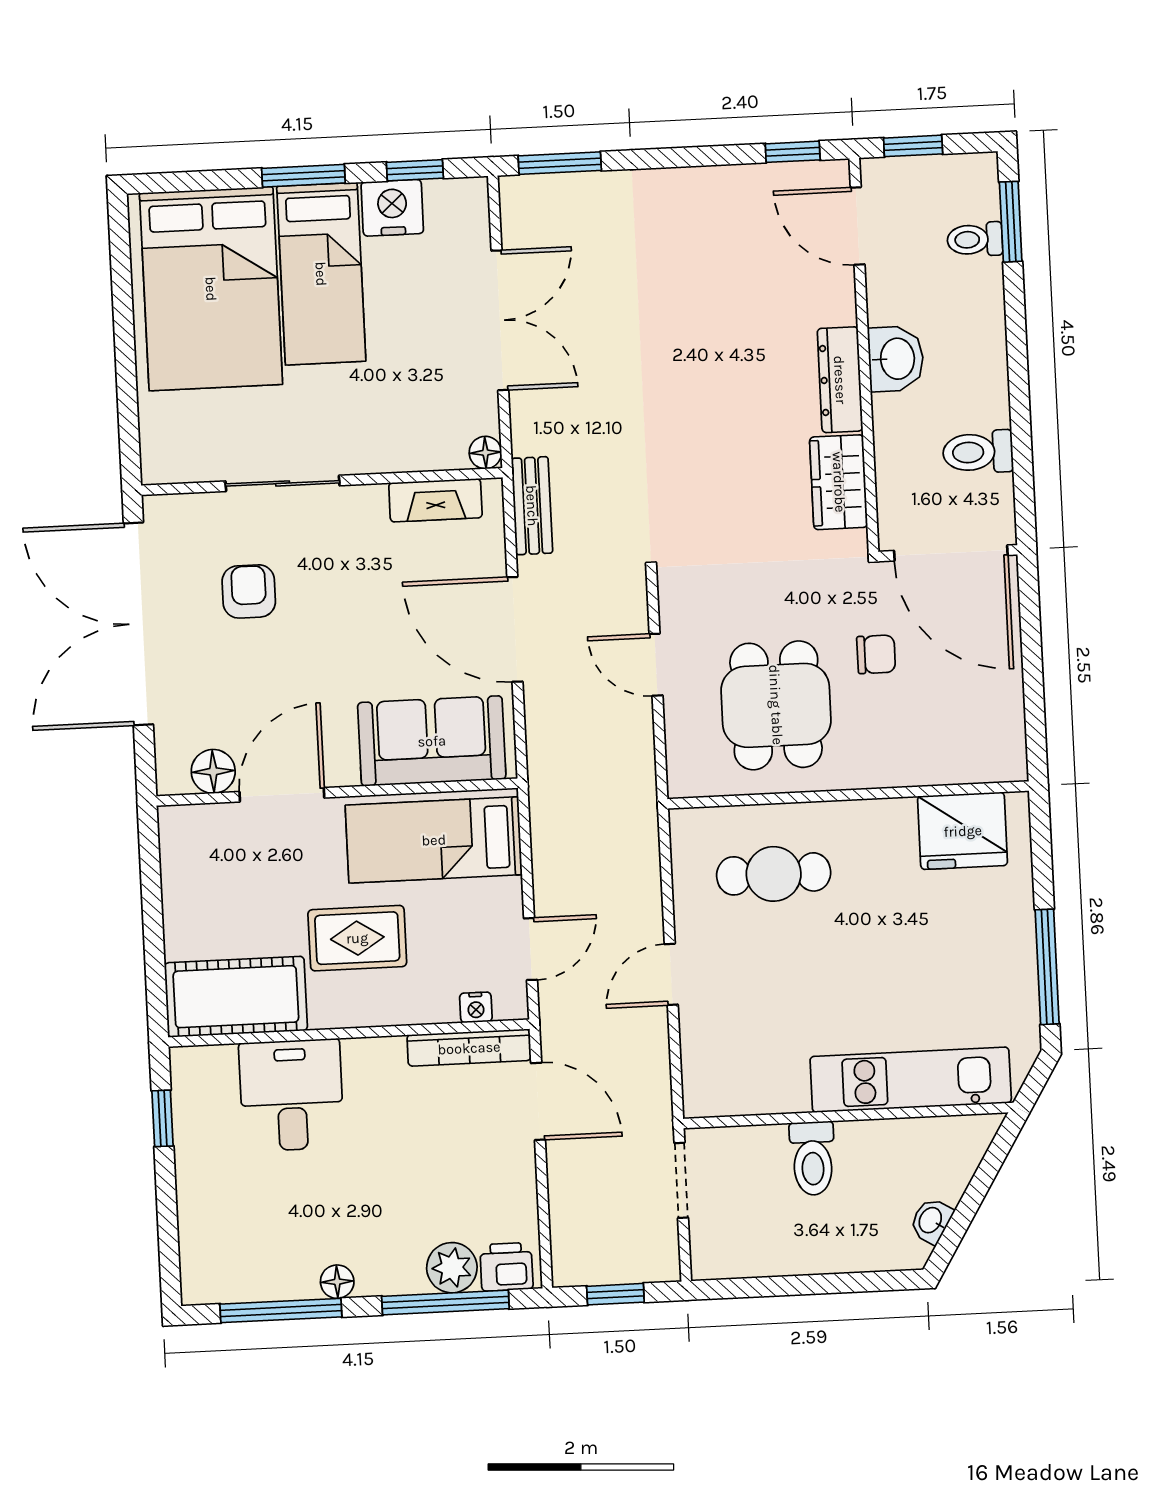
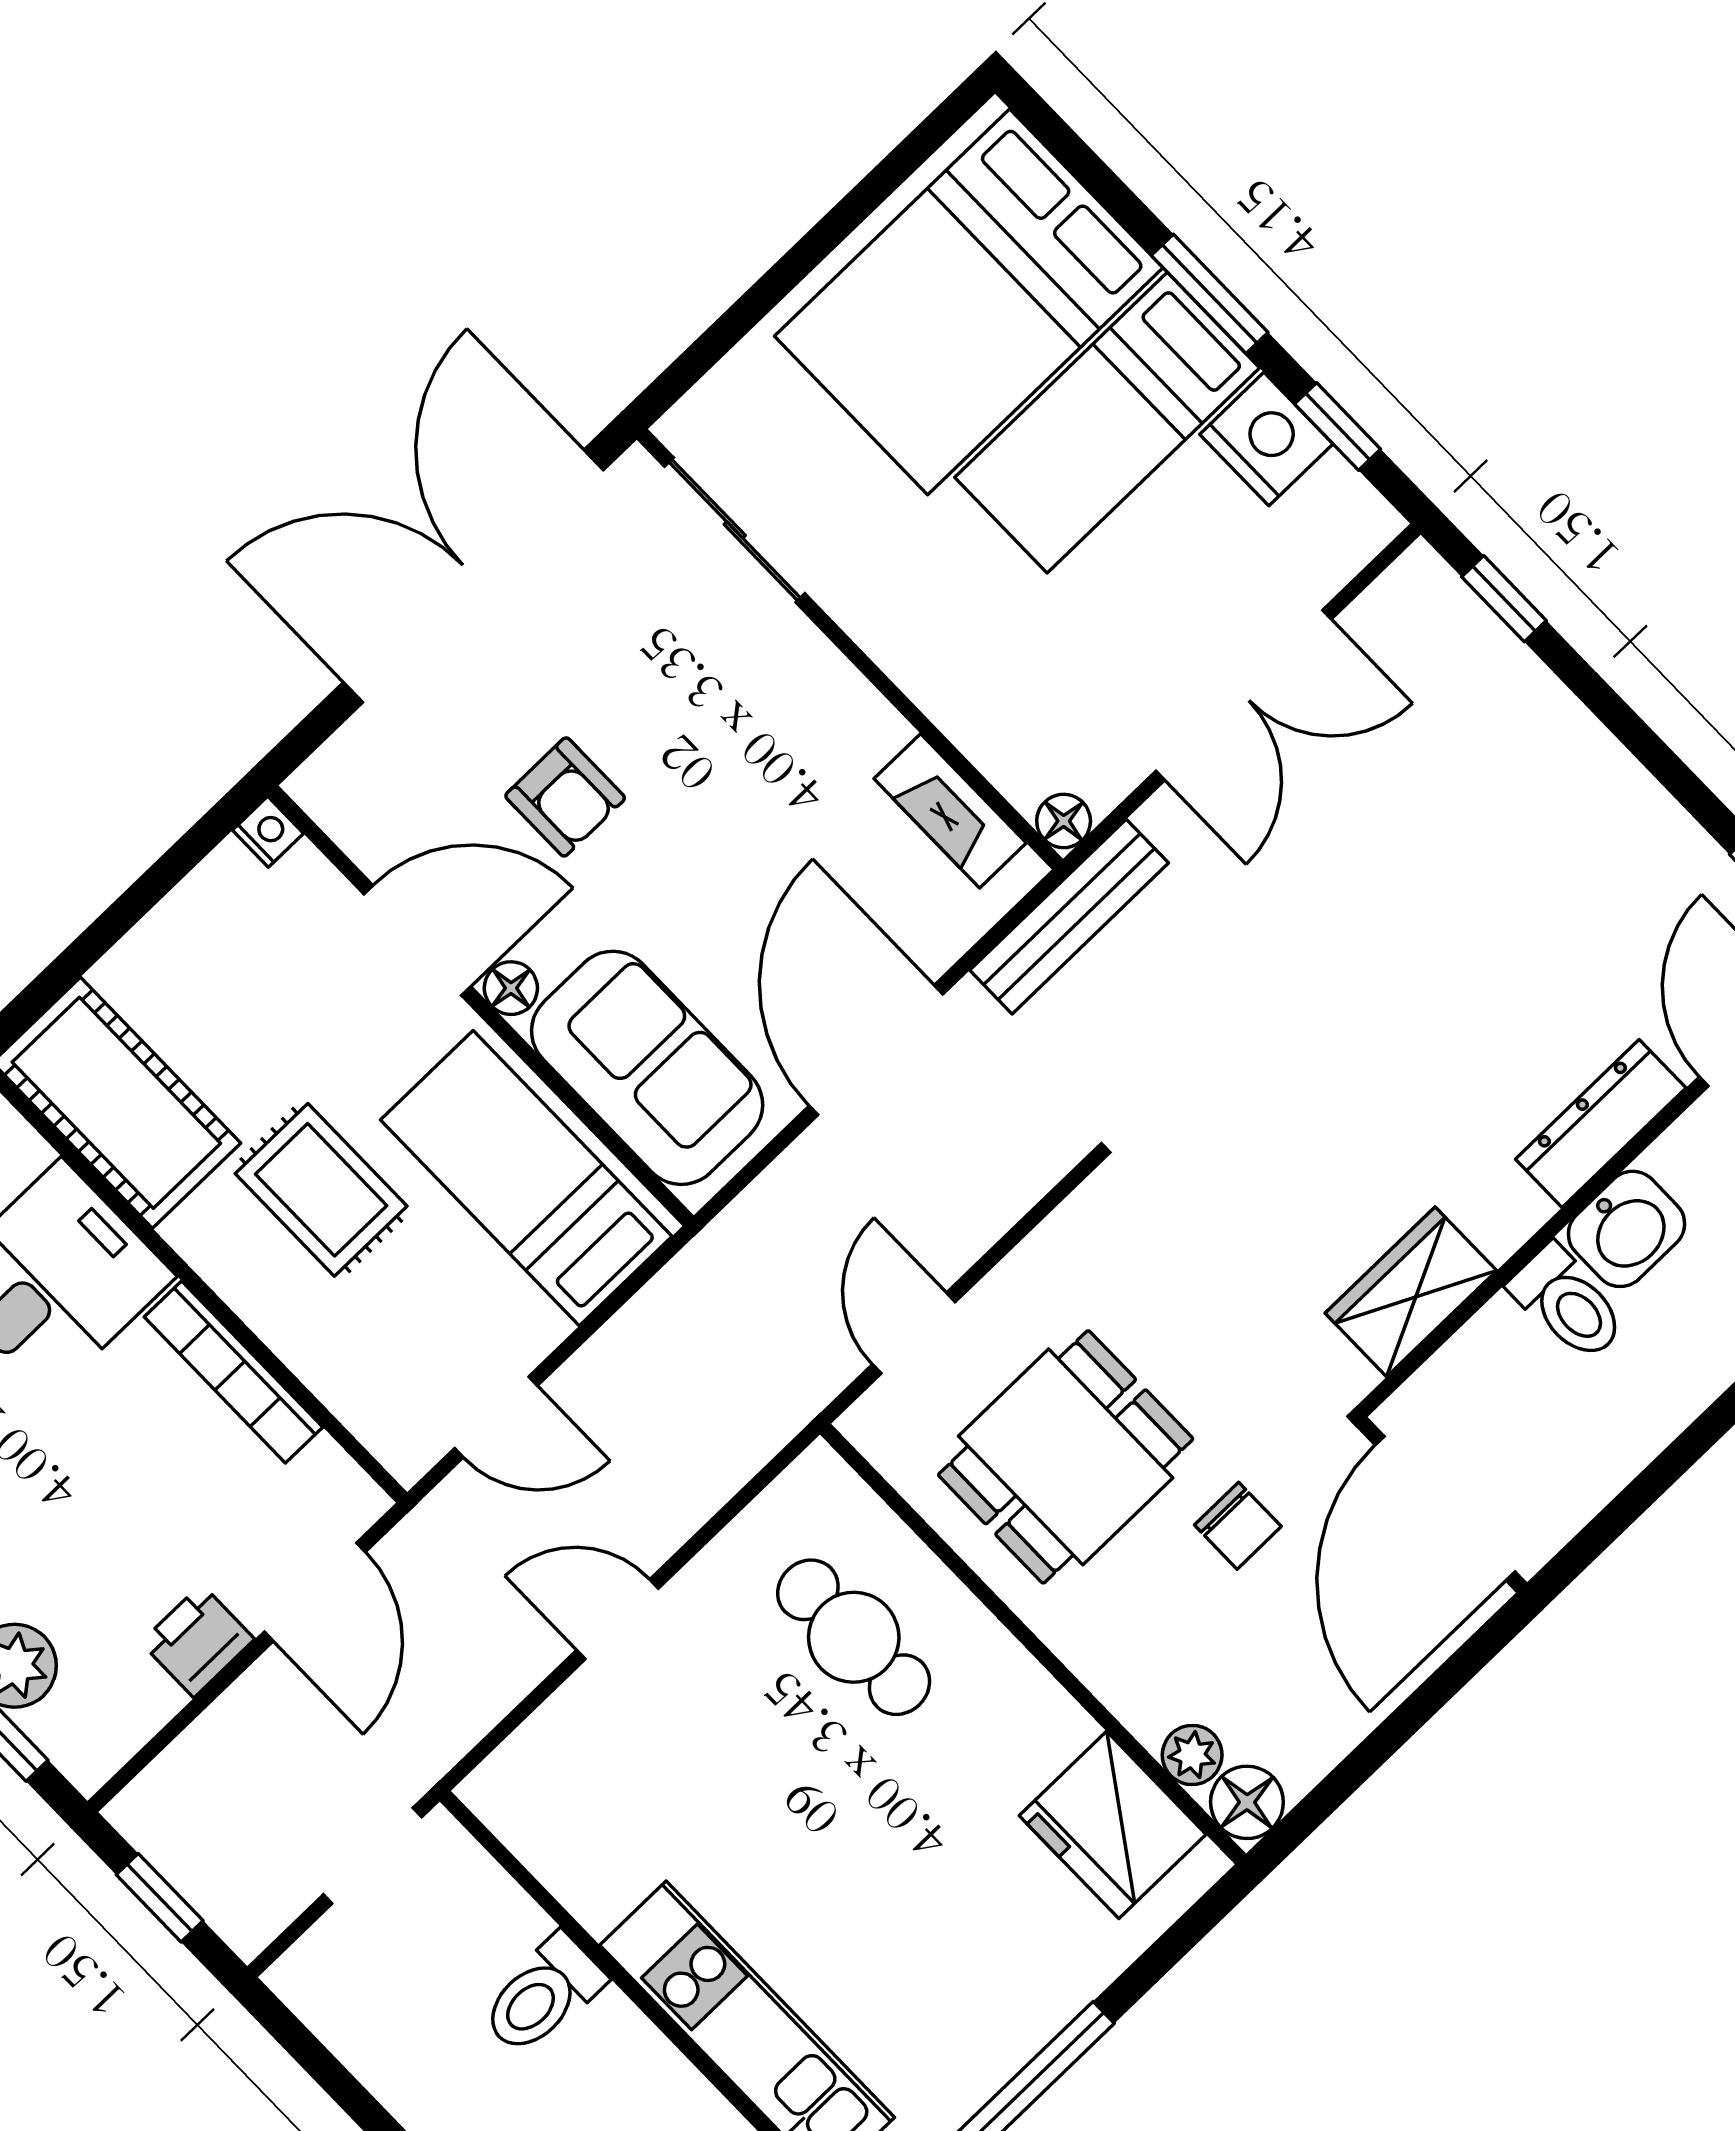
window: (560, 163) -> (1504, 599), width x0.67
dresser: (840, 380) -> (1601, 1124), moved
toilet: (978, 452) -> (1568, 1303), moved, turned 180
sliding door: (283, 483) -> (735, 530), moved
bench: (532, 506) -> (1069, 917), width x1.36
armchair: (249, 591) -> (565, 797), moved, turned 90
door: (656, 665) -> (914, 1333), moved
floor lamp: (1006, 761) -> (1247, 1802), added
plant: (962, 767) -> (1192, 1755), added
floor lamp: (213, 771) -> (511, 988), moved, width x0.73, depth x0.73
nightstand: (476, 1007) -> (268, 832), moved, turned 180
bookcase: (469, 1048) -> (234, 1372), moved
printer: (506, 1267) -> (198, 1641), moved, turned -90

